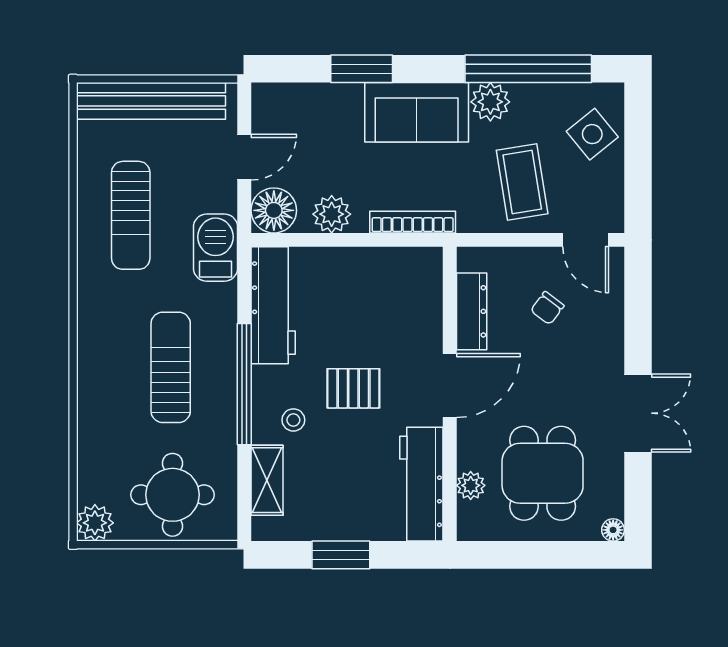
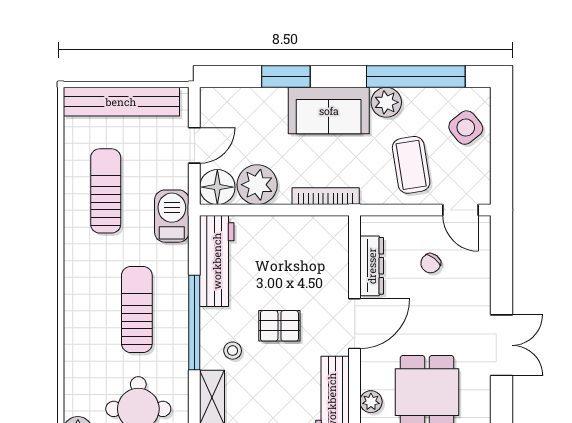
plant: (332, 214) -> (257, 185), width x1.36, depth x1.36
sun lounger: (131, 215) -> (106, 191), turned 180

